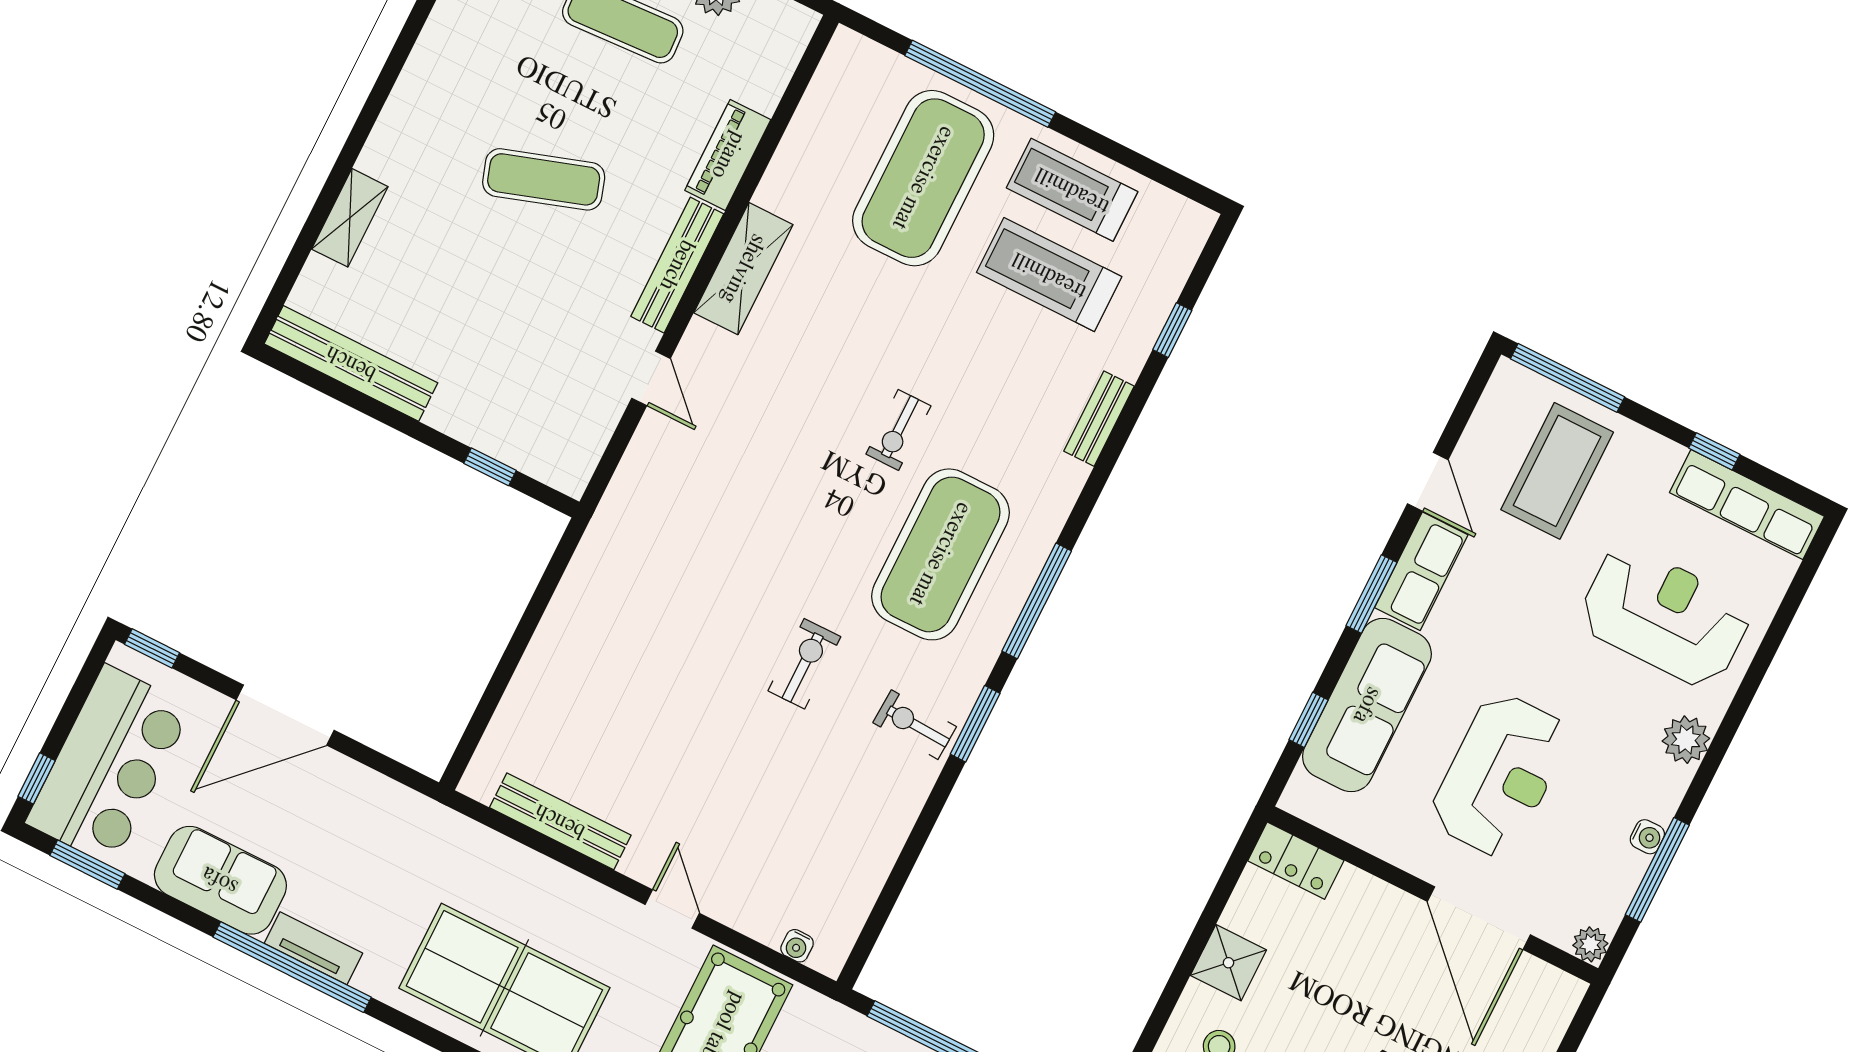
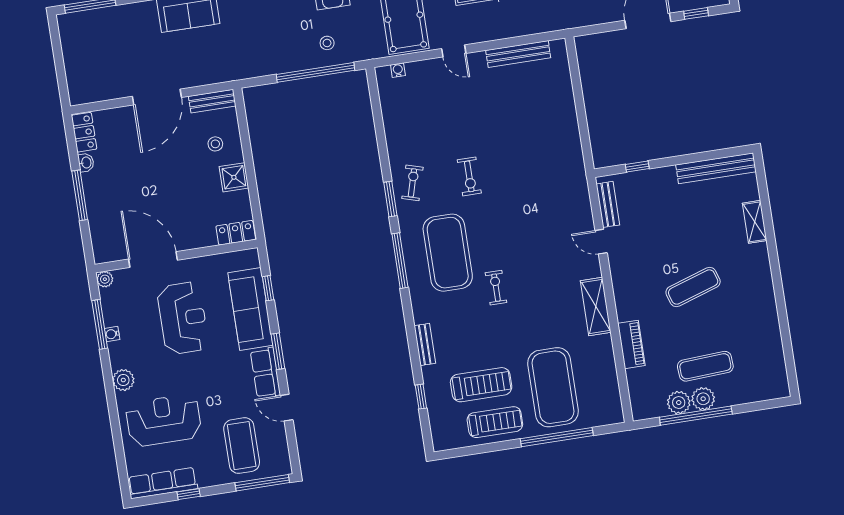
bench: (677, 265) -> (608, 204), moved, width x0.73
reception desk: (1665, 616) -> (164, 420), turned 180
window: (152, 648) -> (696, 13), moved
exercise bike: (915, 725) -> (412, 183), turned -77
reception desk: (1500, 775) -> (183, 318), turned 180

